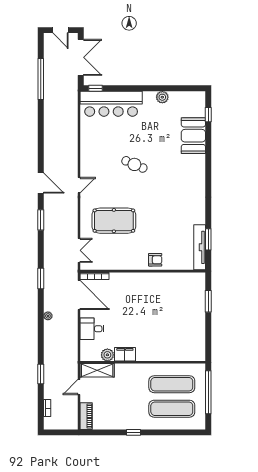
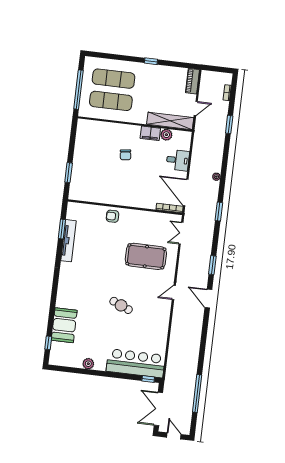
tv unit: (200, 247) -> (68, 241), moved
chair: (149, 328) -> (125, 155), added
shelving: (97, 370) -> (170, 121), width x1.47

